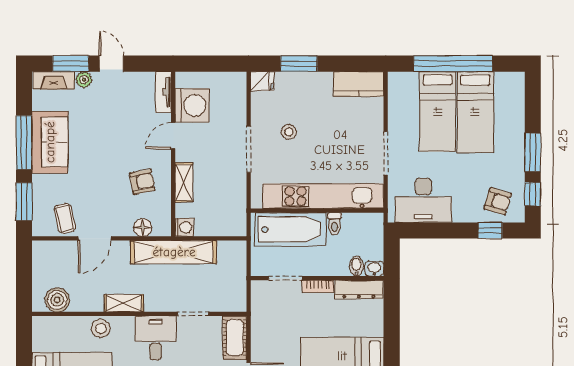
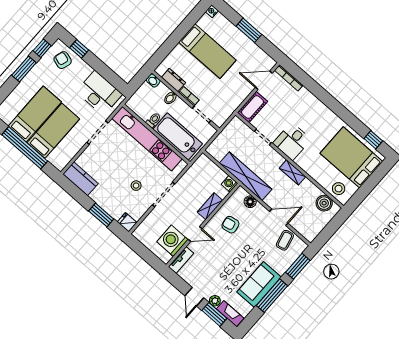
bidet: (356, 266) -> (170, 98), moved
dresser: (359, 289) -> (174, 80), width x0.70
stool: (101, 328) -> (339, 189), moved

